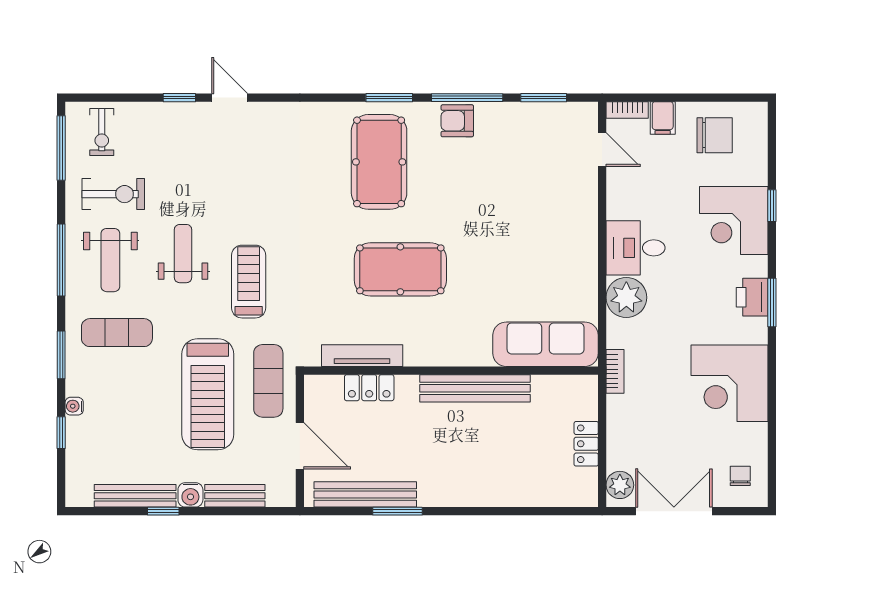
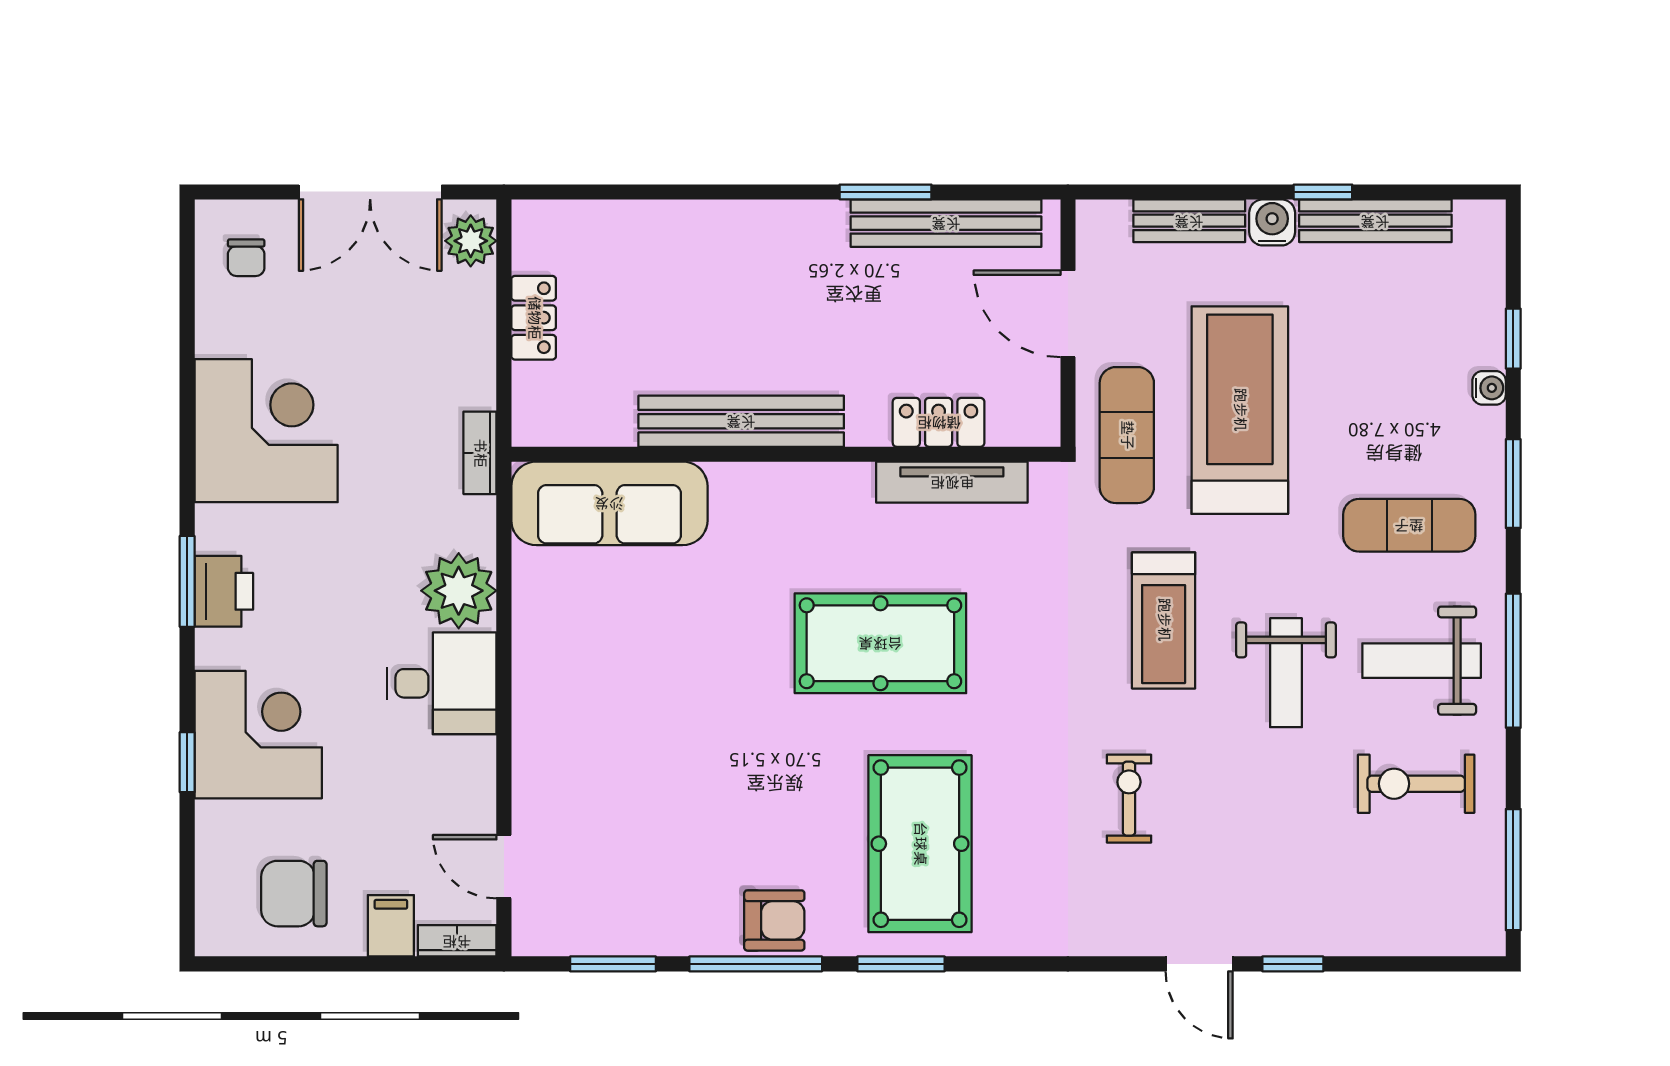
exercise bike: (102, 132) -> (1129, 799), moved
weight bench: (110, 260) -> (1422, 661), turned -90

